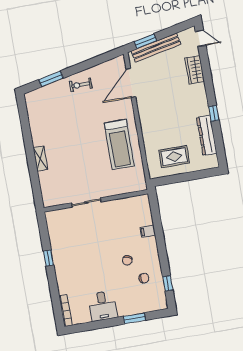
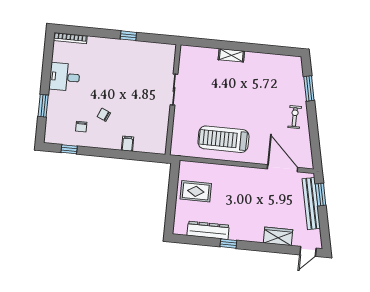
rug: (174, 157) -> (196, 191), turned 90

